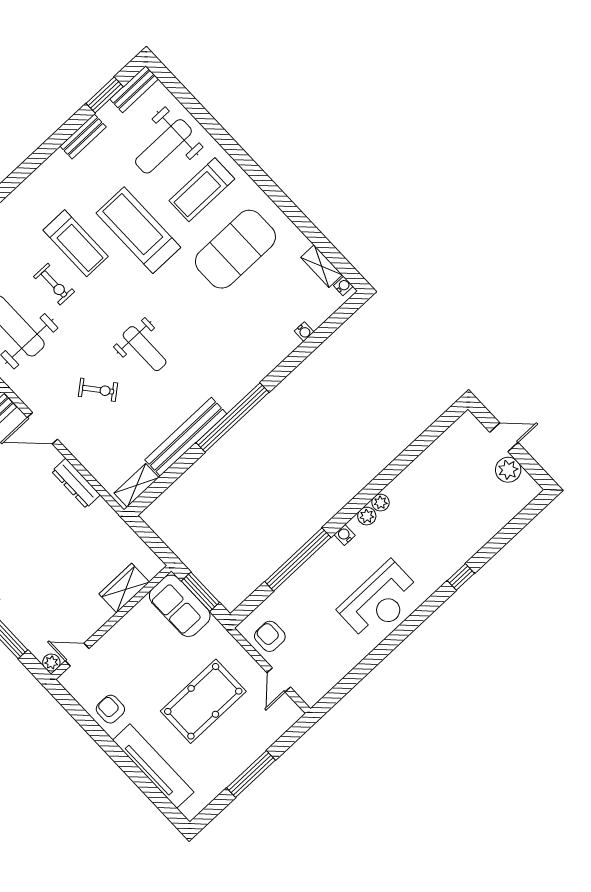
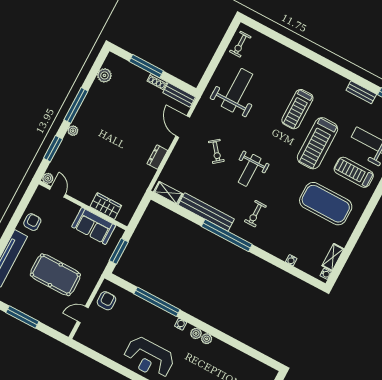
treadmill: (138, 230) -> (317, 143), turned 180
exercise bike: (54, 284) -> (255, 214), moved
dresser: (76, 483) -> (157, 157), width x0.70
sofa: (180, 606) -> (94, 226), moved, turned -90

